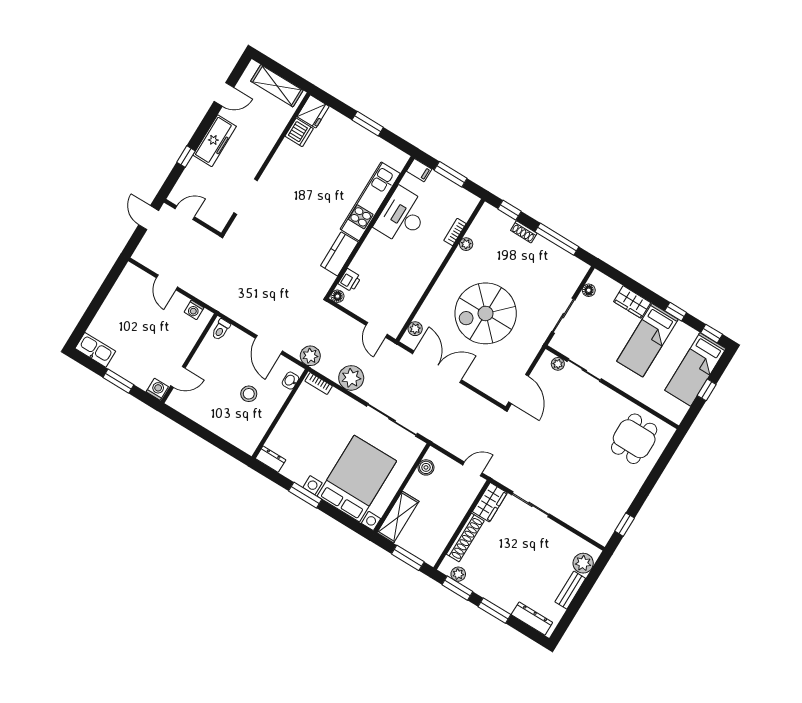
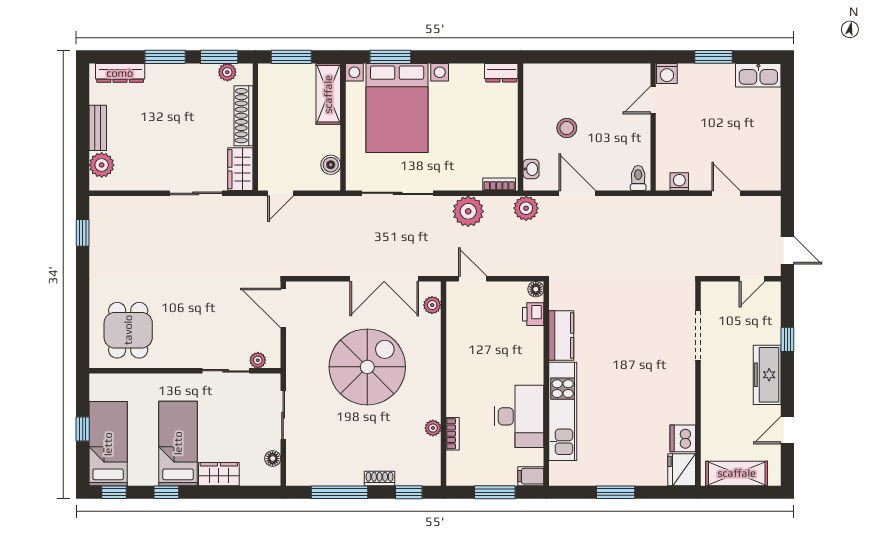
window: (305, 495) -> (390, 57), moved

